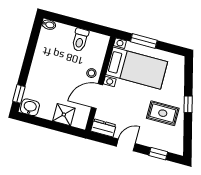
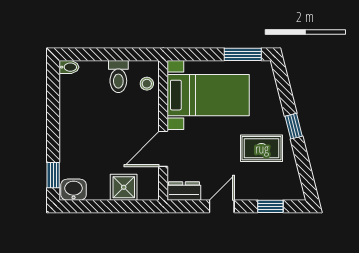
window: (144, 41) -> (243, 54), moved
stool: (91, 73) -> (147, 84), moved

